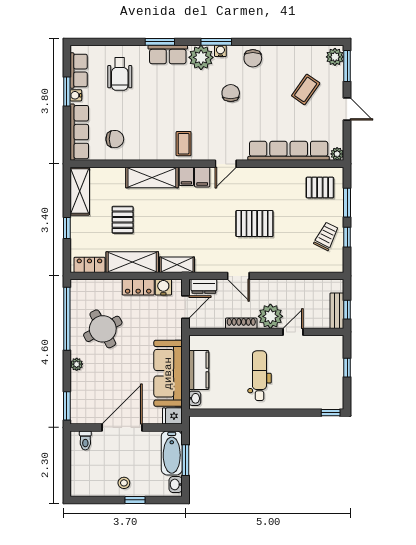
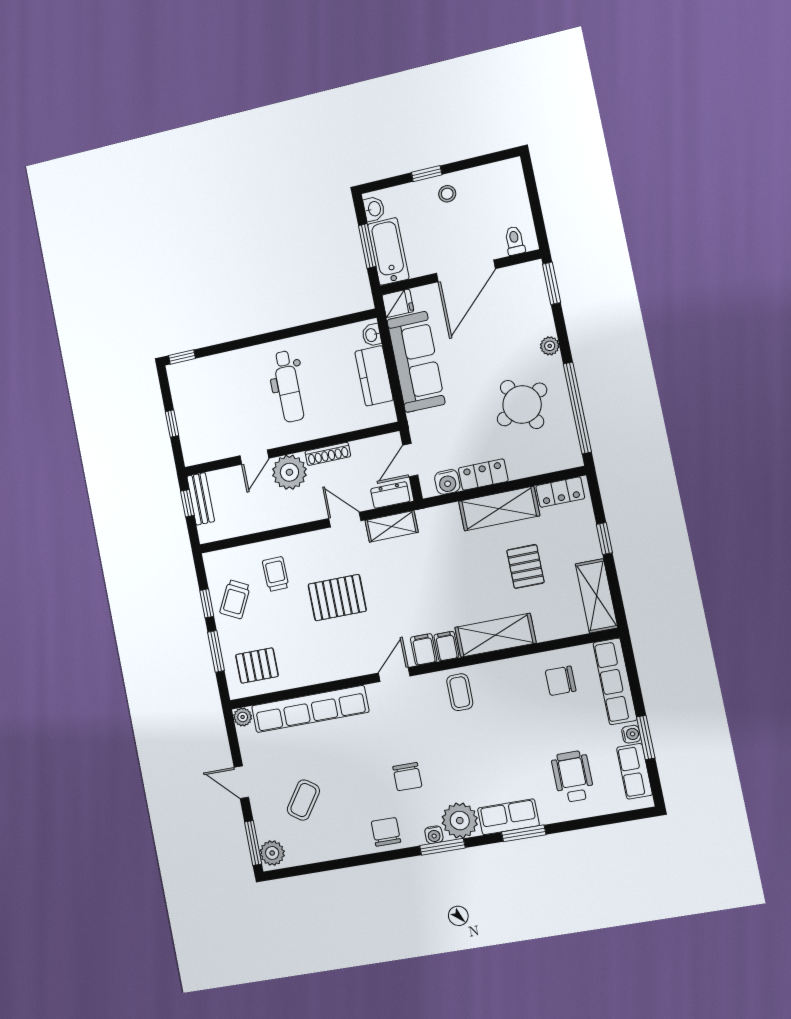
trolley: (294, 248) -> (276, 574), added
shelving: (177, 265) -> (392, 526), moved

